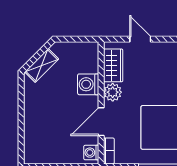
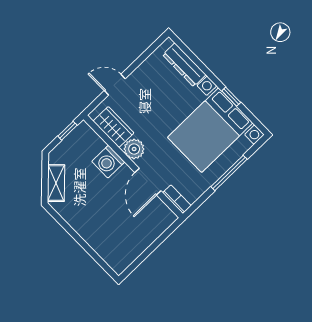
window: (81, 39) -> (67, 131), added
washing machine: (91, 153) -> (164, 214), removed

